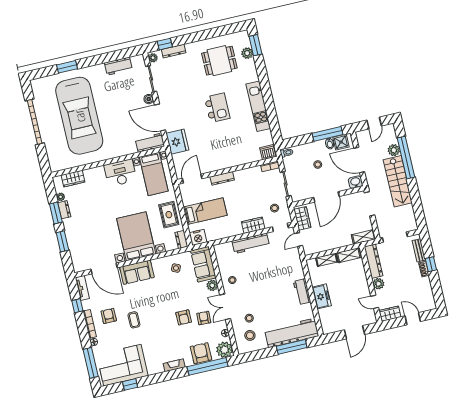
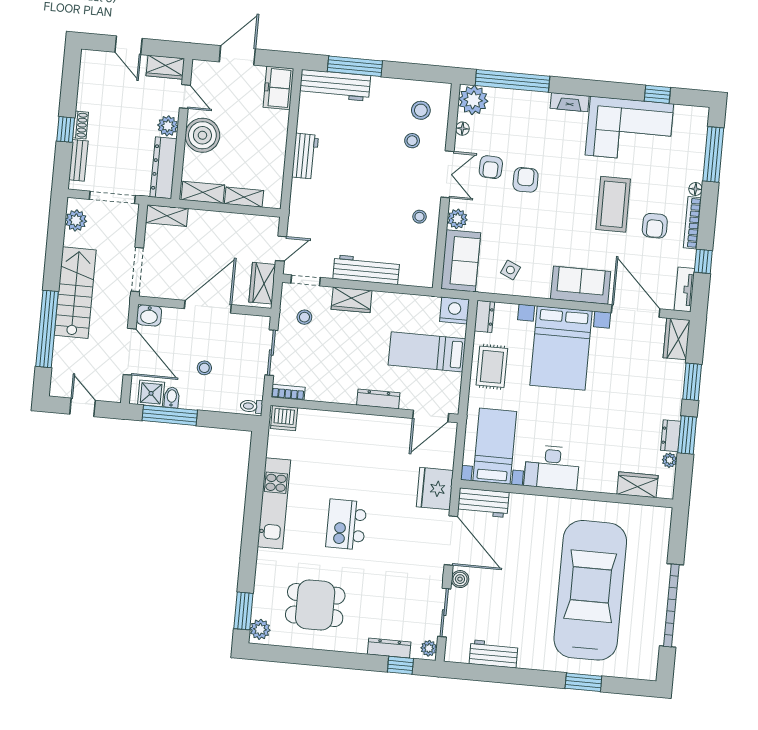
plant: (247, 53) -> (260, 629), moved
door: (374, 123) -> (83, 407), hinge flipped
plant: (394, 150) -> (76, 220), moved
wardrobe: (78, 261) -> (677, 339), added
boiler: (359, 285) -> (202, 135), added
freezer: (322, 296) -> (278, 88), moved
coffee table: (134, 320) -> (613, 204), width x1.86, depth x1.72
workbench: (292, 333) -> (335, 85), width x0.73, depth x0.76
armchair: (201, 353) -> (516, 108), removed
corner sofa: (122, 365) -> (629, 129), moved

